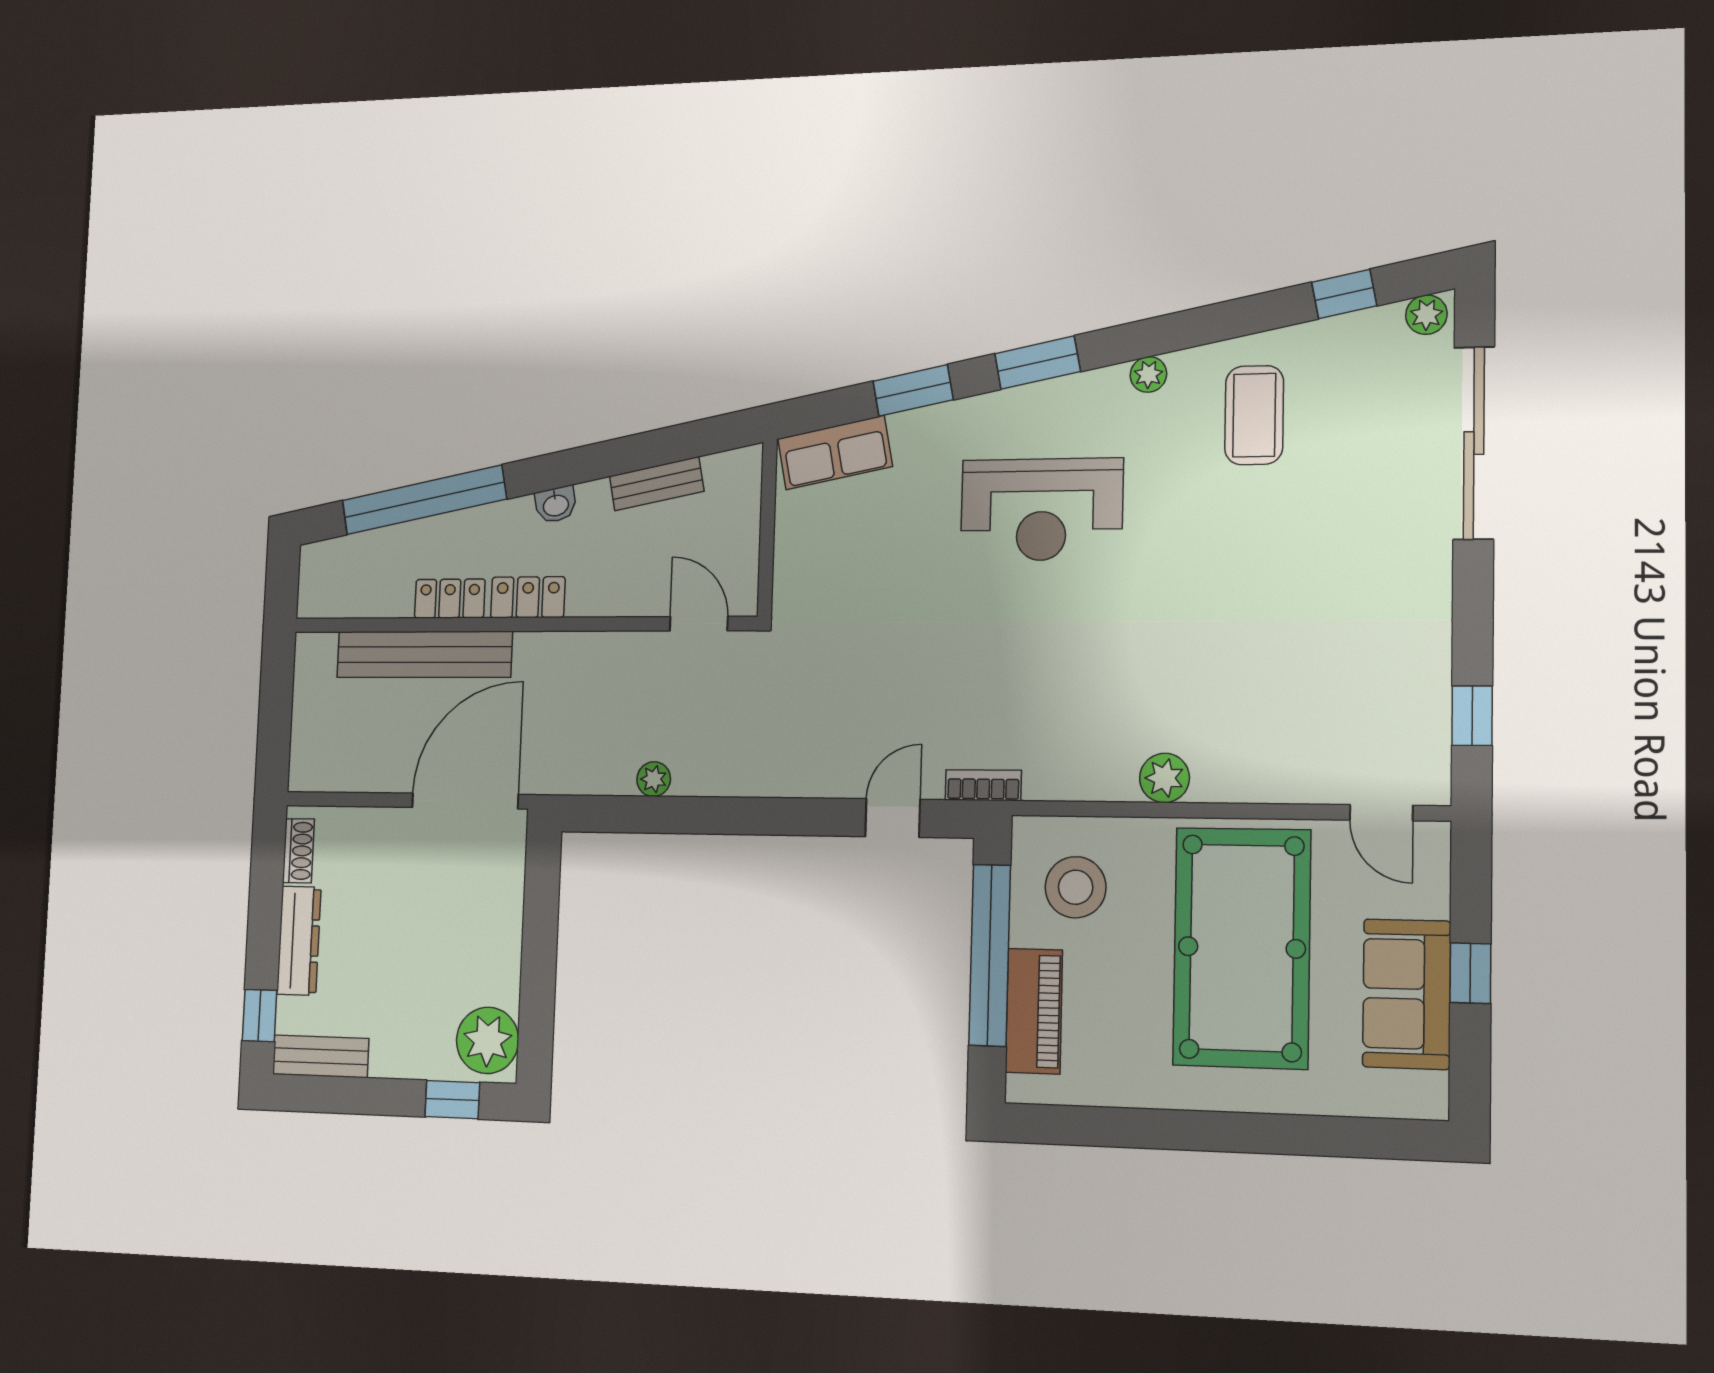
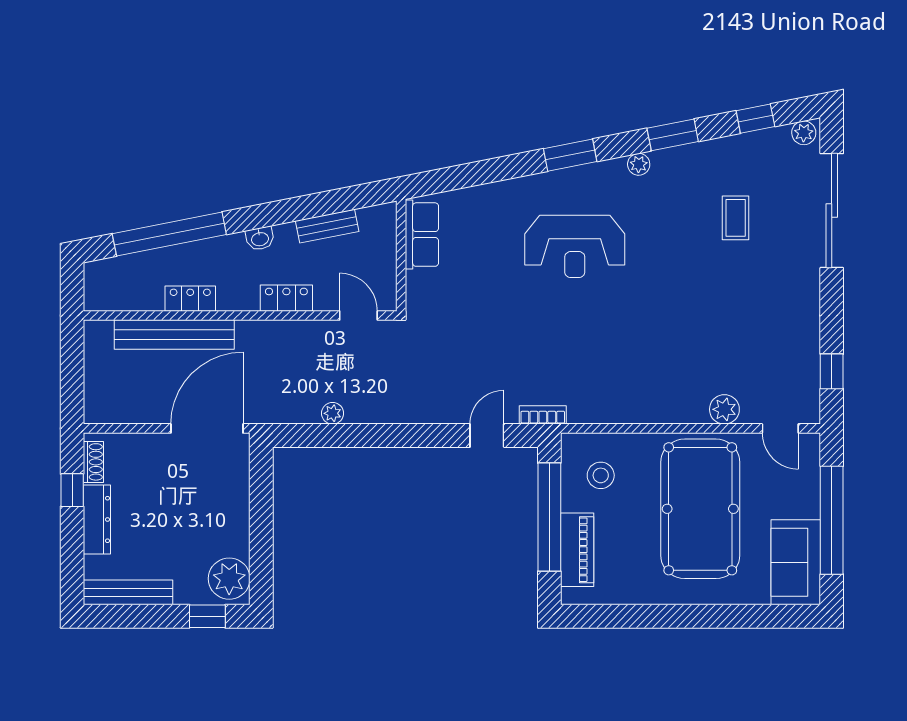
window: (913, 390) -> (673, 135), moved
coffee table: (1254, 415) -> (736, 218), moved, width x0.73, depth x0.77
row of seats: (835, 453) -> (422, 235), moved, turned -79
locker: (528, 597) -> (286, 298), moved
plant: (1164, 778) -> (724, 409), moved
stool: (1076, 887) -> (601, 475), width x0.73, depth x0.73
window: (1470, 973) -> (832, 520), width x3.17
sofa: (1407, 994) -> (796, 562), moved
window: (260, 1016) -> (72, 490), moved
bench: (321, 1056) -> (128, 592), width x1.36

